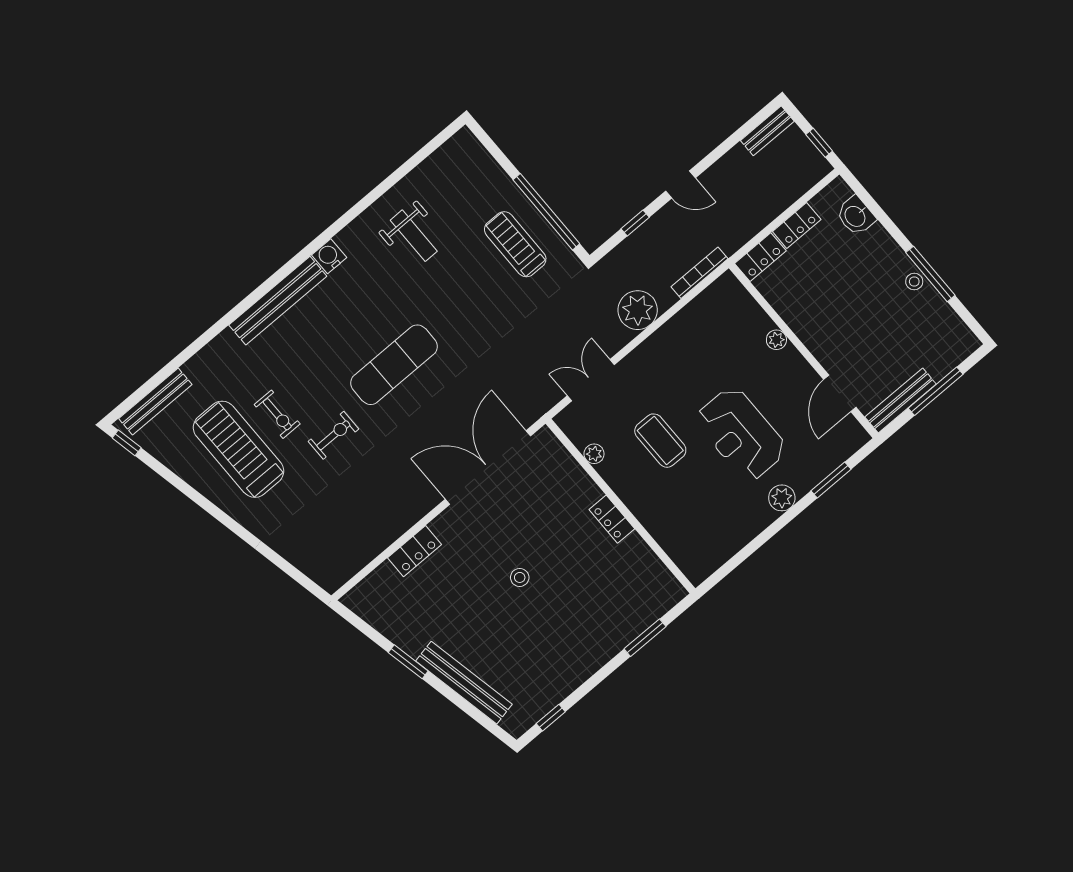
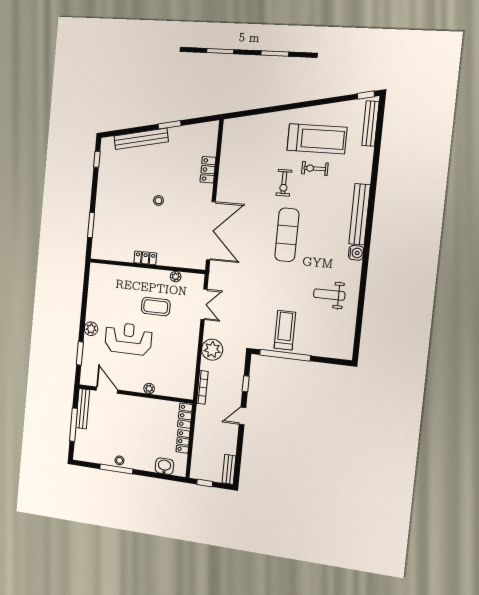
treadmill: (515, 244) -> (285, 330), turned -90

